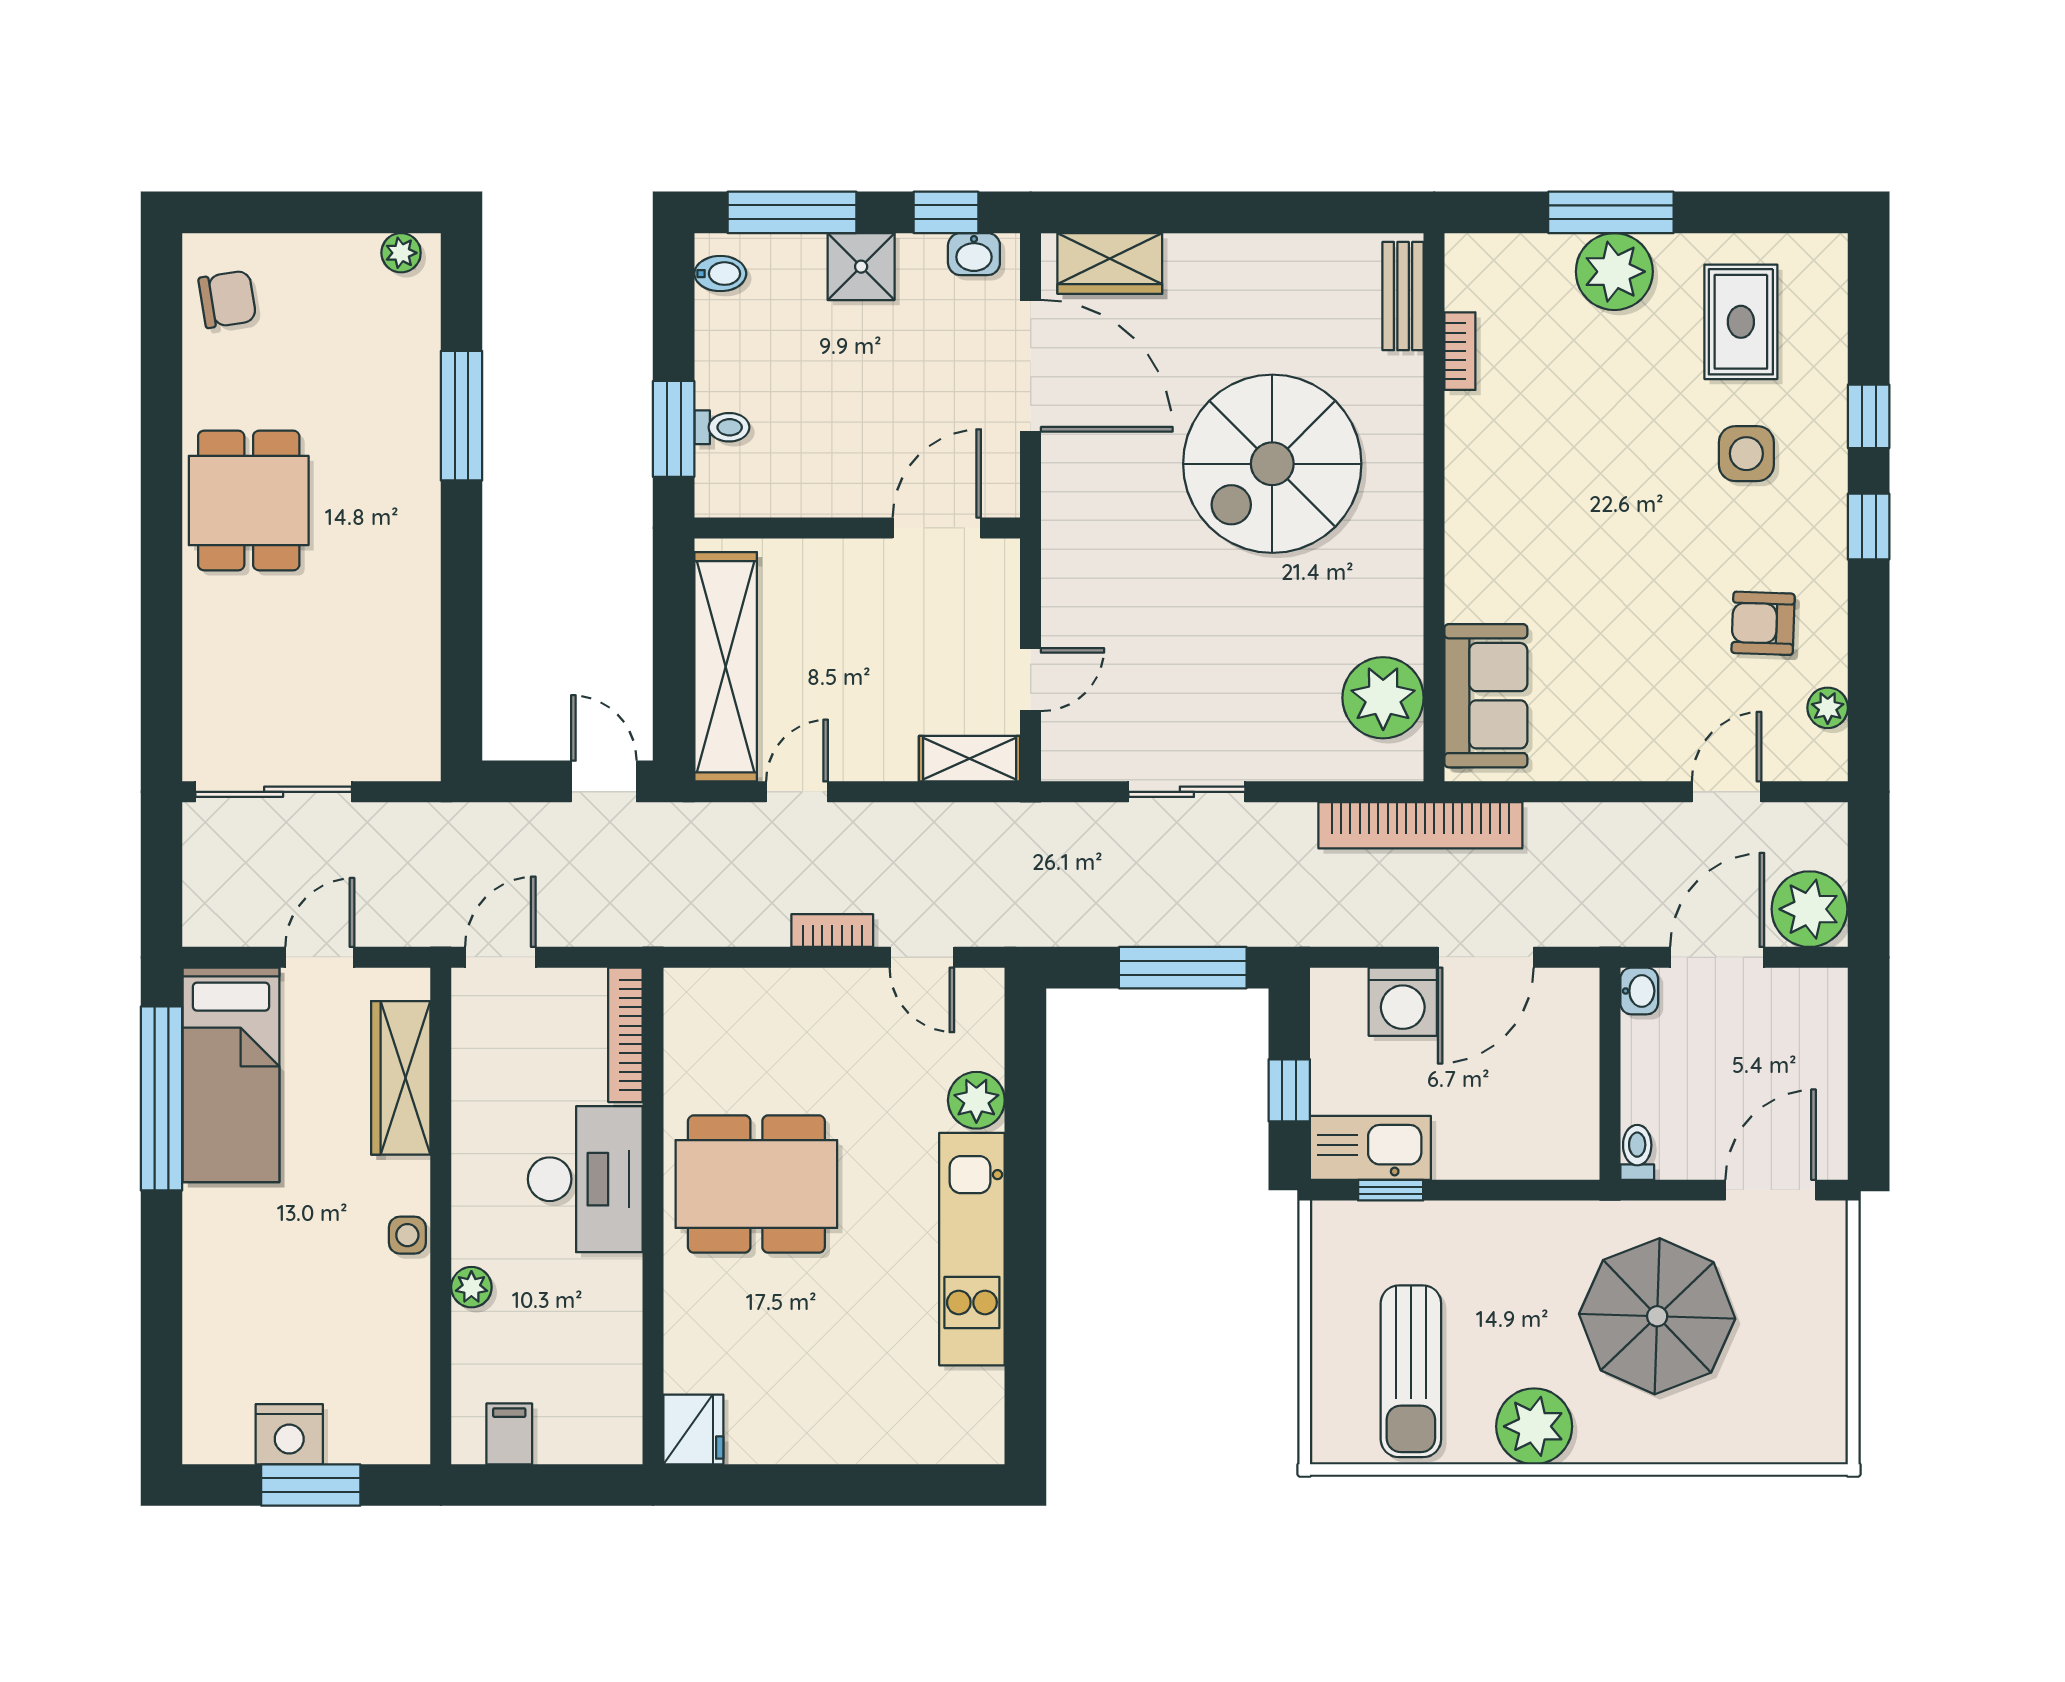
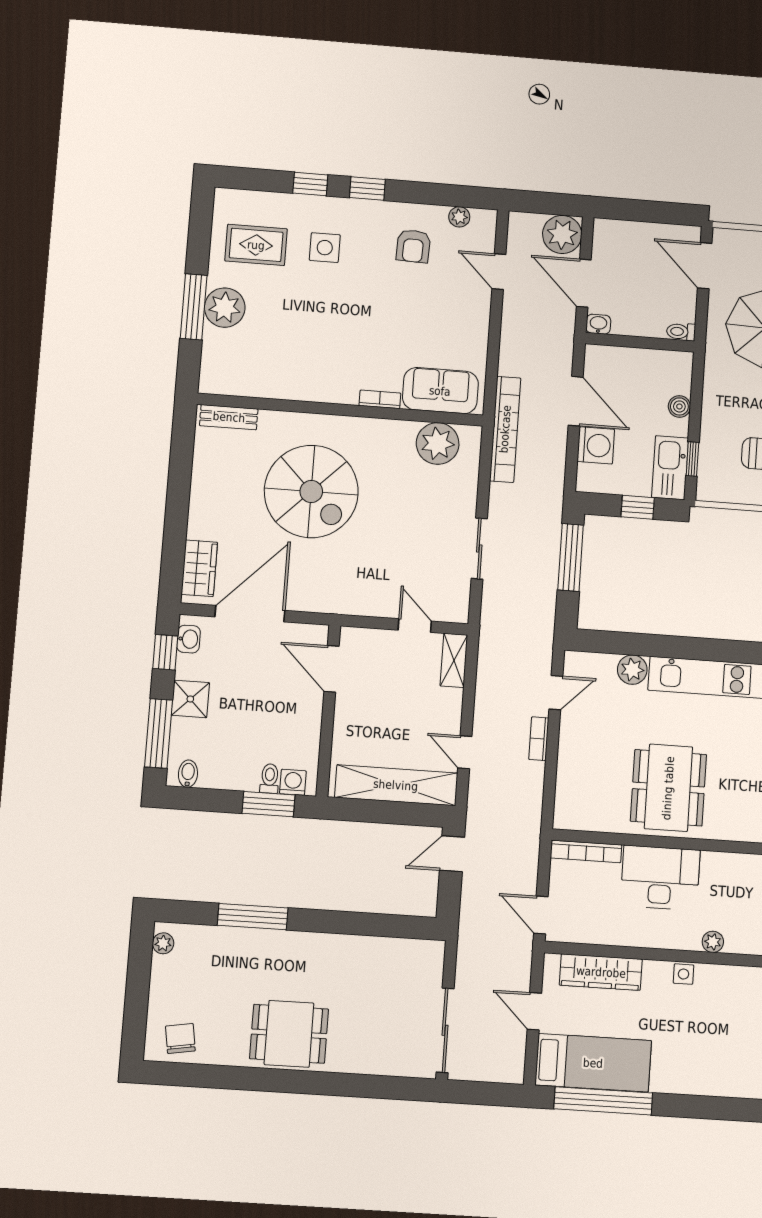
bookcase: (1460, 351) -> (380, 399), moved
washing machine: (718, 472) -> (293, 782), added
boiler: (1491, 1158) -> (679, 406), added

